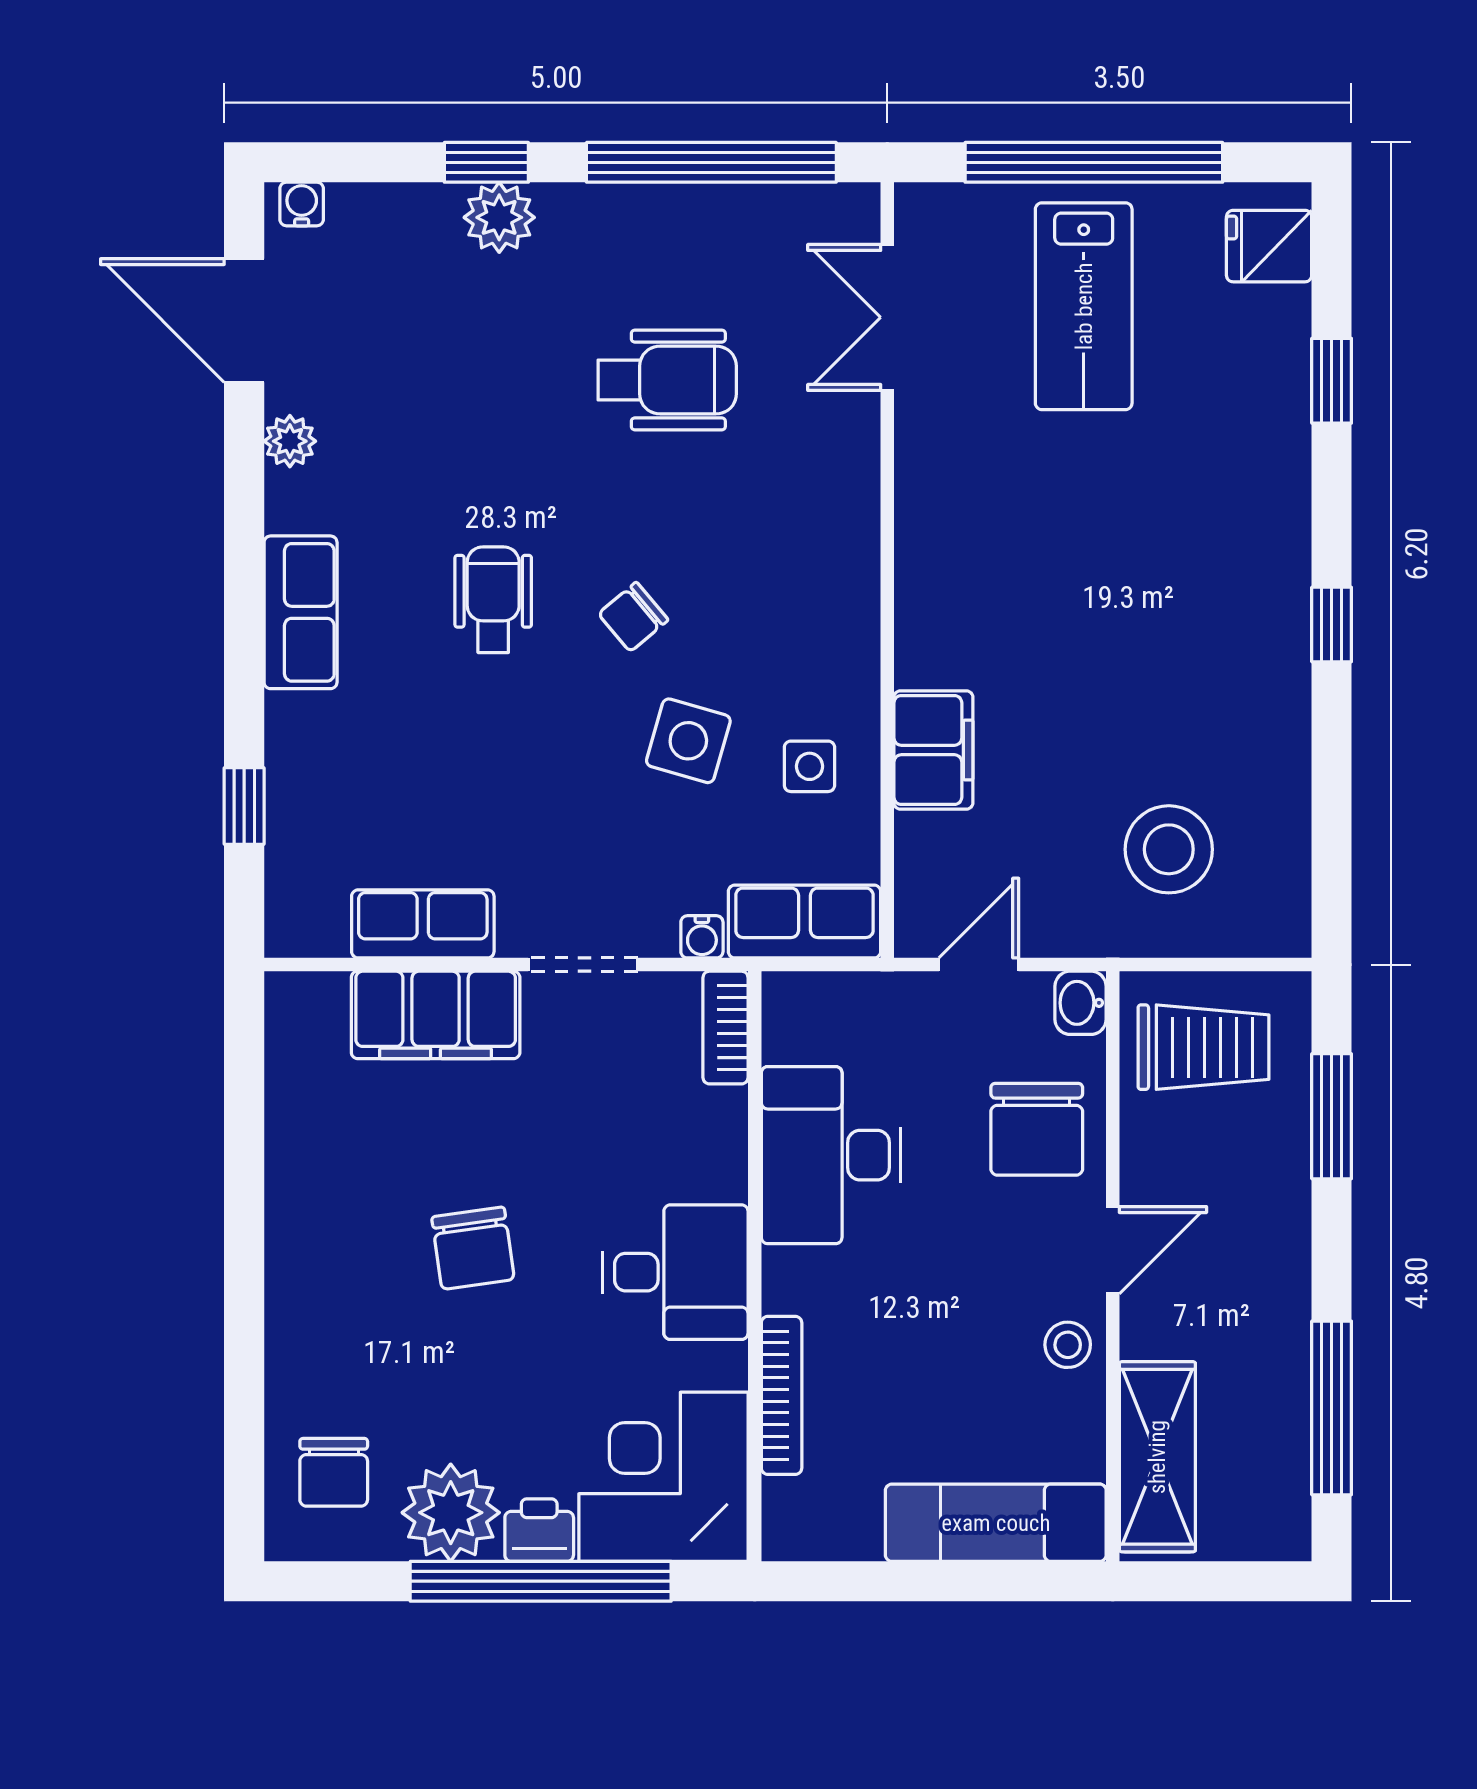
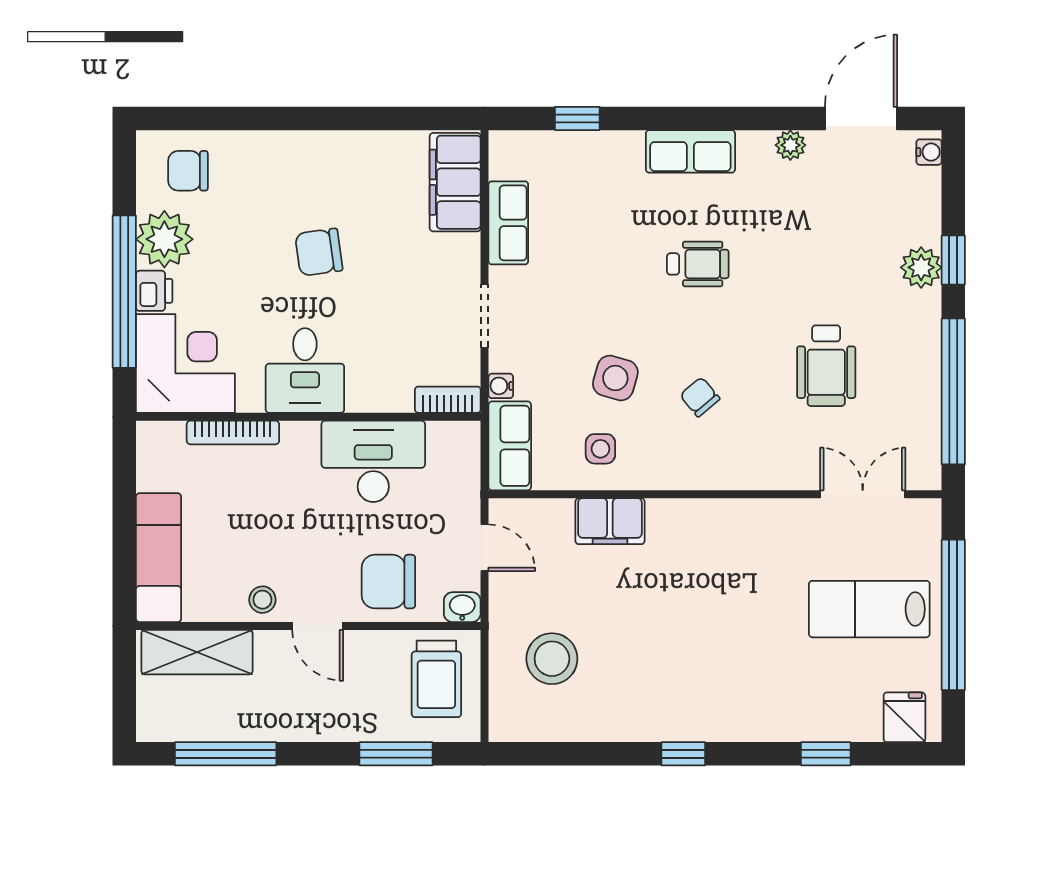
chair: (633, 617) -> (700, 397), moved
filing cabinet: (436, 1015) -> (455, 182), moved

